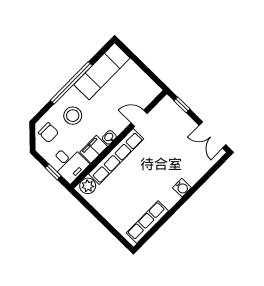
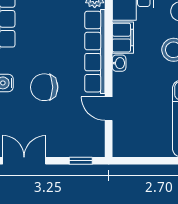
door: (139, 118) -> (109, 109), swing flipped
chair: (163, 164) -> (44, 87), added

